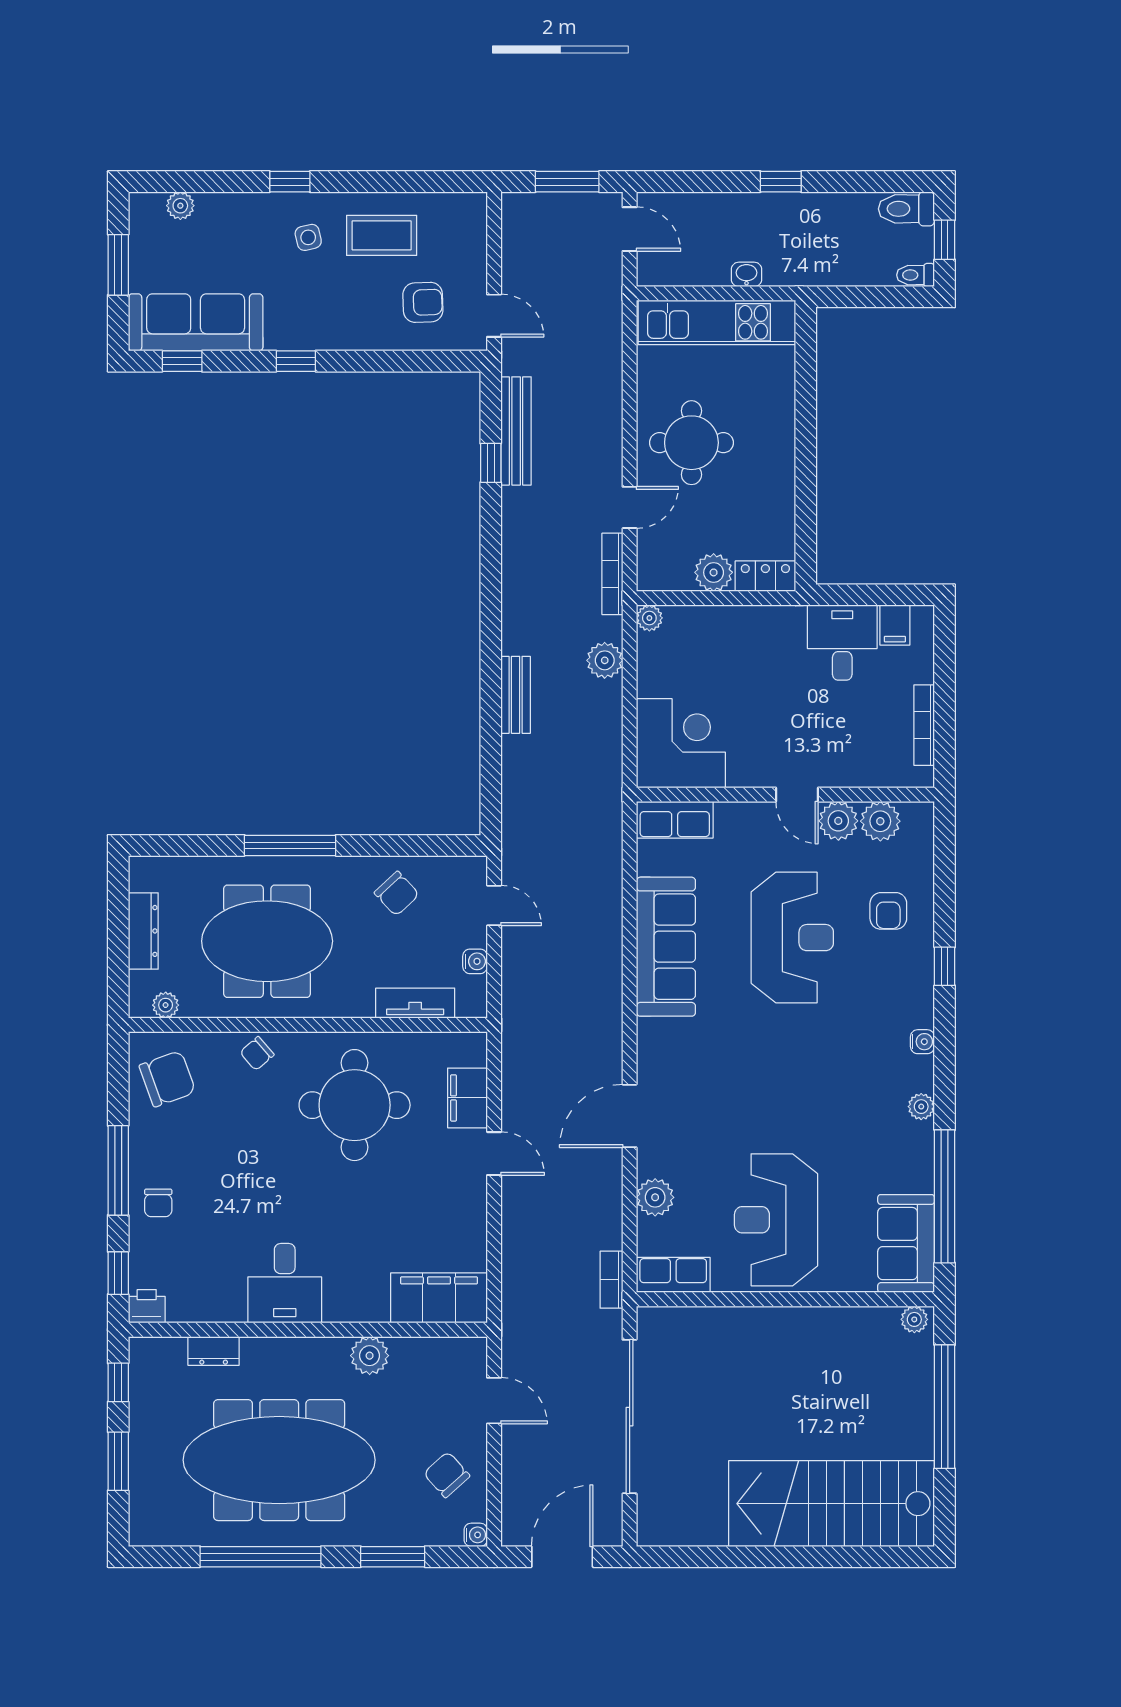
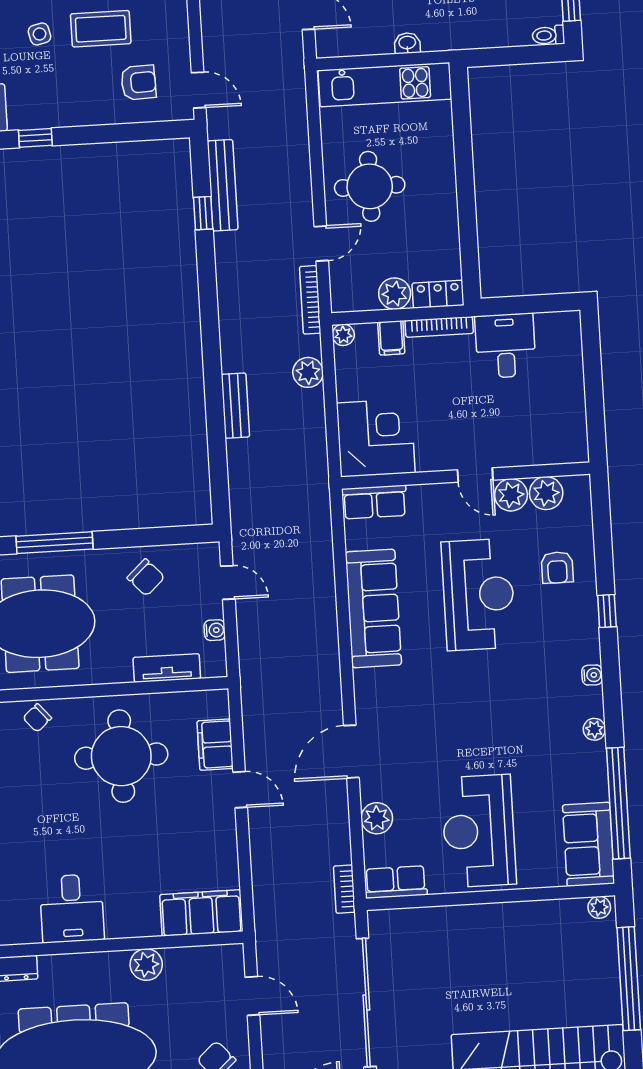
filing cabinet: (895, 625) -> (391, 338), moved
bookcase: (924, 725) -> (439, 327), moved, turned -90

